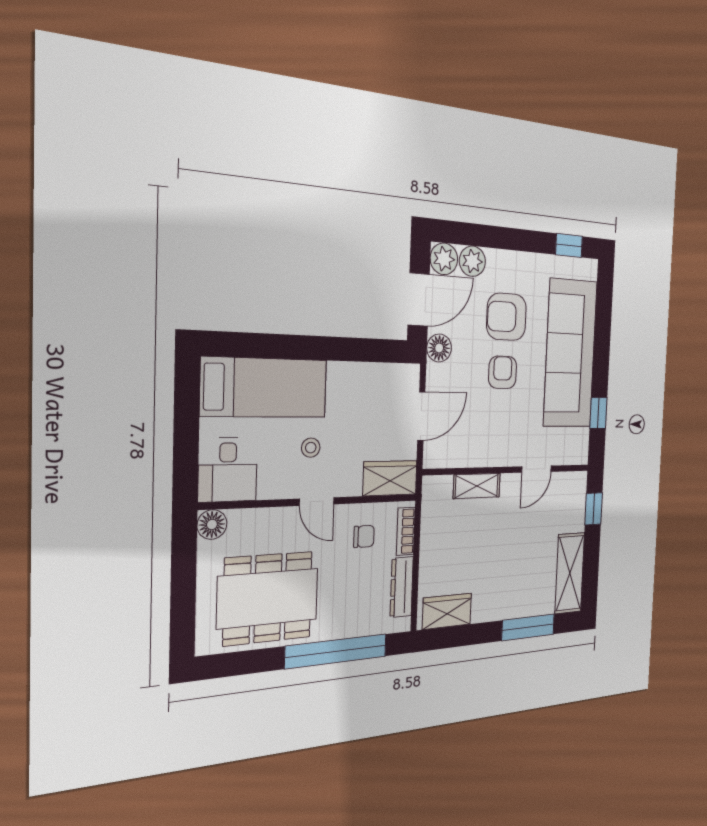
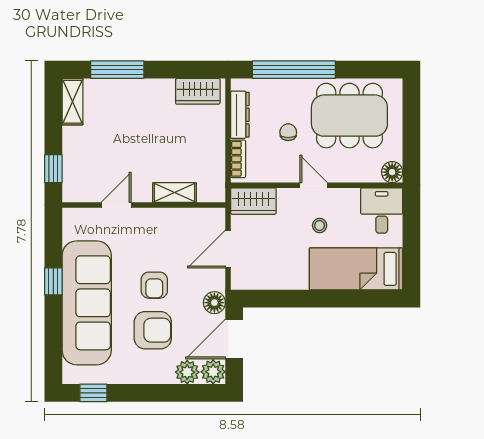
window: (598, 413) -> (53, 281), moved
chair: (364, 536) -> (288, 132), moved, turned 90
shelving: (570, 573) -> (73, 102), width x0.67, depth x0.75

